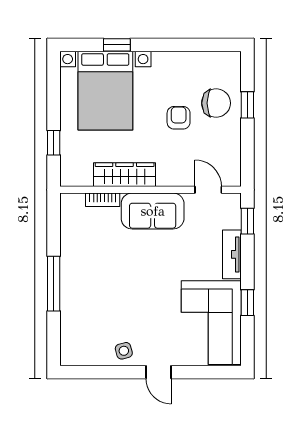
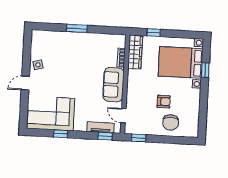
window: (247, 105) -> (139, 138), moved
wardrobe: (125, 175) -> (135, 52), moved
door: (208, 190) -> (123, 116), swing flipped
tv unit: (232, 254) -> (101, 127), moved
window: (54, 284) -> (77, 28), width x0.69

